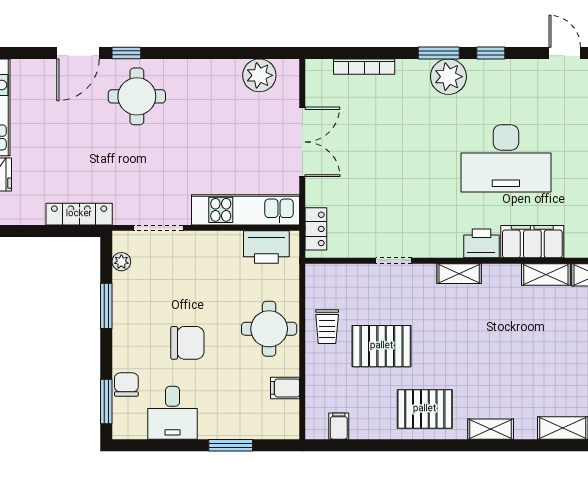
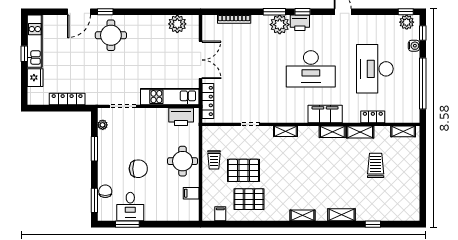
locker: (79, 214) -> (67, 99), moved
locker: (316, 229) -> (208, 101), width x1.53
printer: (481, 243) -> (300, 23), moved, turned 180
pallet: (425, 409) -> (249, 199), moved
window: (231, 445) -> (127, 224), moved

